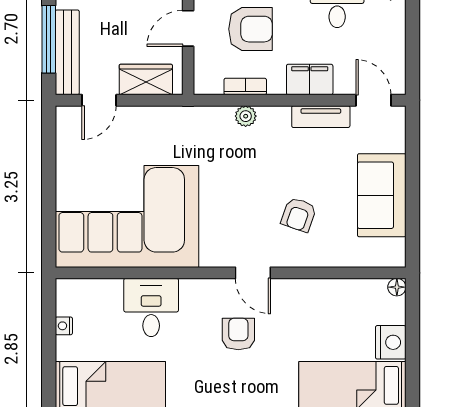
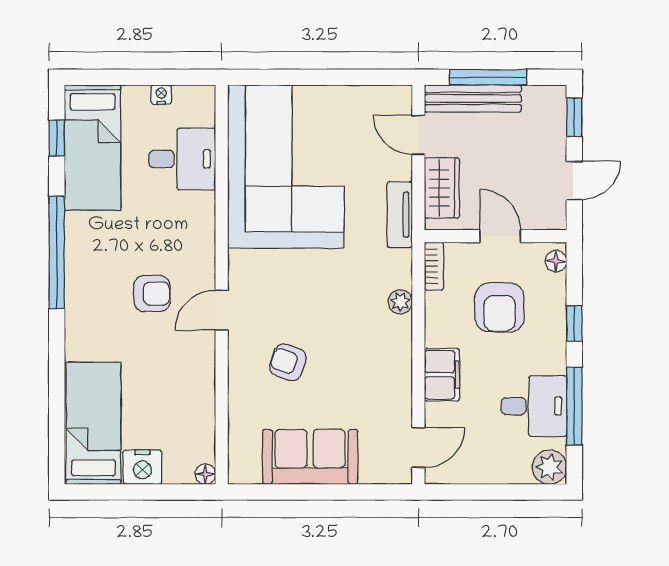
bookcase: (245, 86) -> (434, 266), moved
tv unit: (321, 117) -> (400, 215), moved
desk: (151, 307) -> (182, 159), moved

